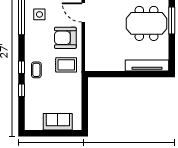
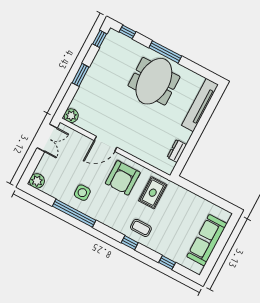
dresser: (105, 66) -> (177, 151), added
window: (22, 90) -> (167, 262), moved
sofa: (58, 122) -> (207, 240), width x1.36

